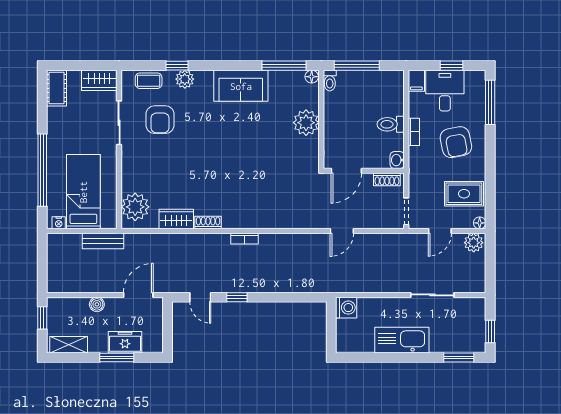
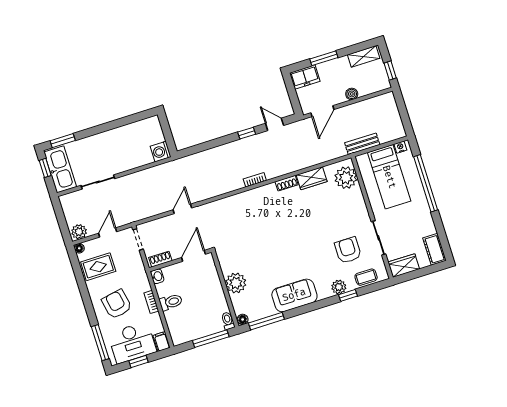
desk: (445, 91) -> (132, 343), width x1.37
kitchen sink: (402, 340) -> (60, 169), moved, turned -90
freezer: (125, 342) -> (305, 77), moved

